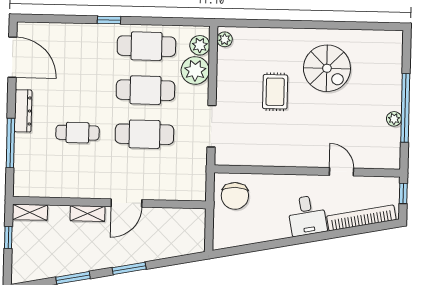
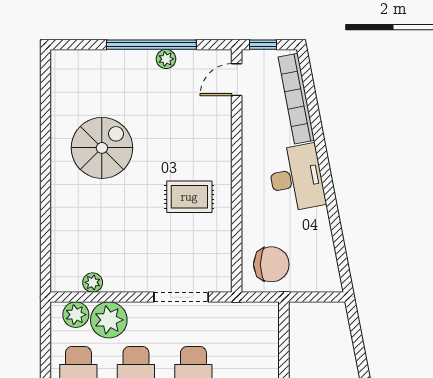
plant: (225, 39) -> (93, 282), moved
rug: (275, 92) -> (189, 197), moved
door: (342, 172) -> (237, 80), moved
desk: (307, 216) -> (296, 178), width x1.37

